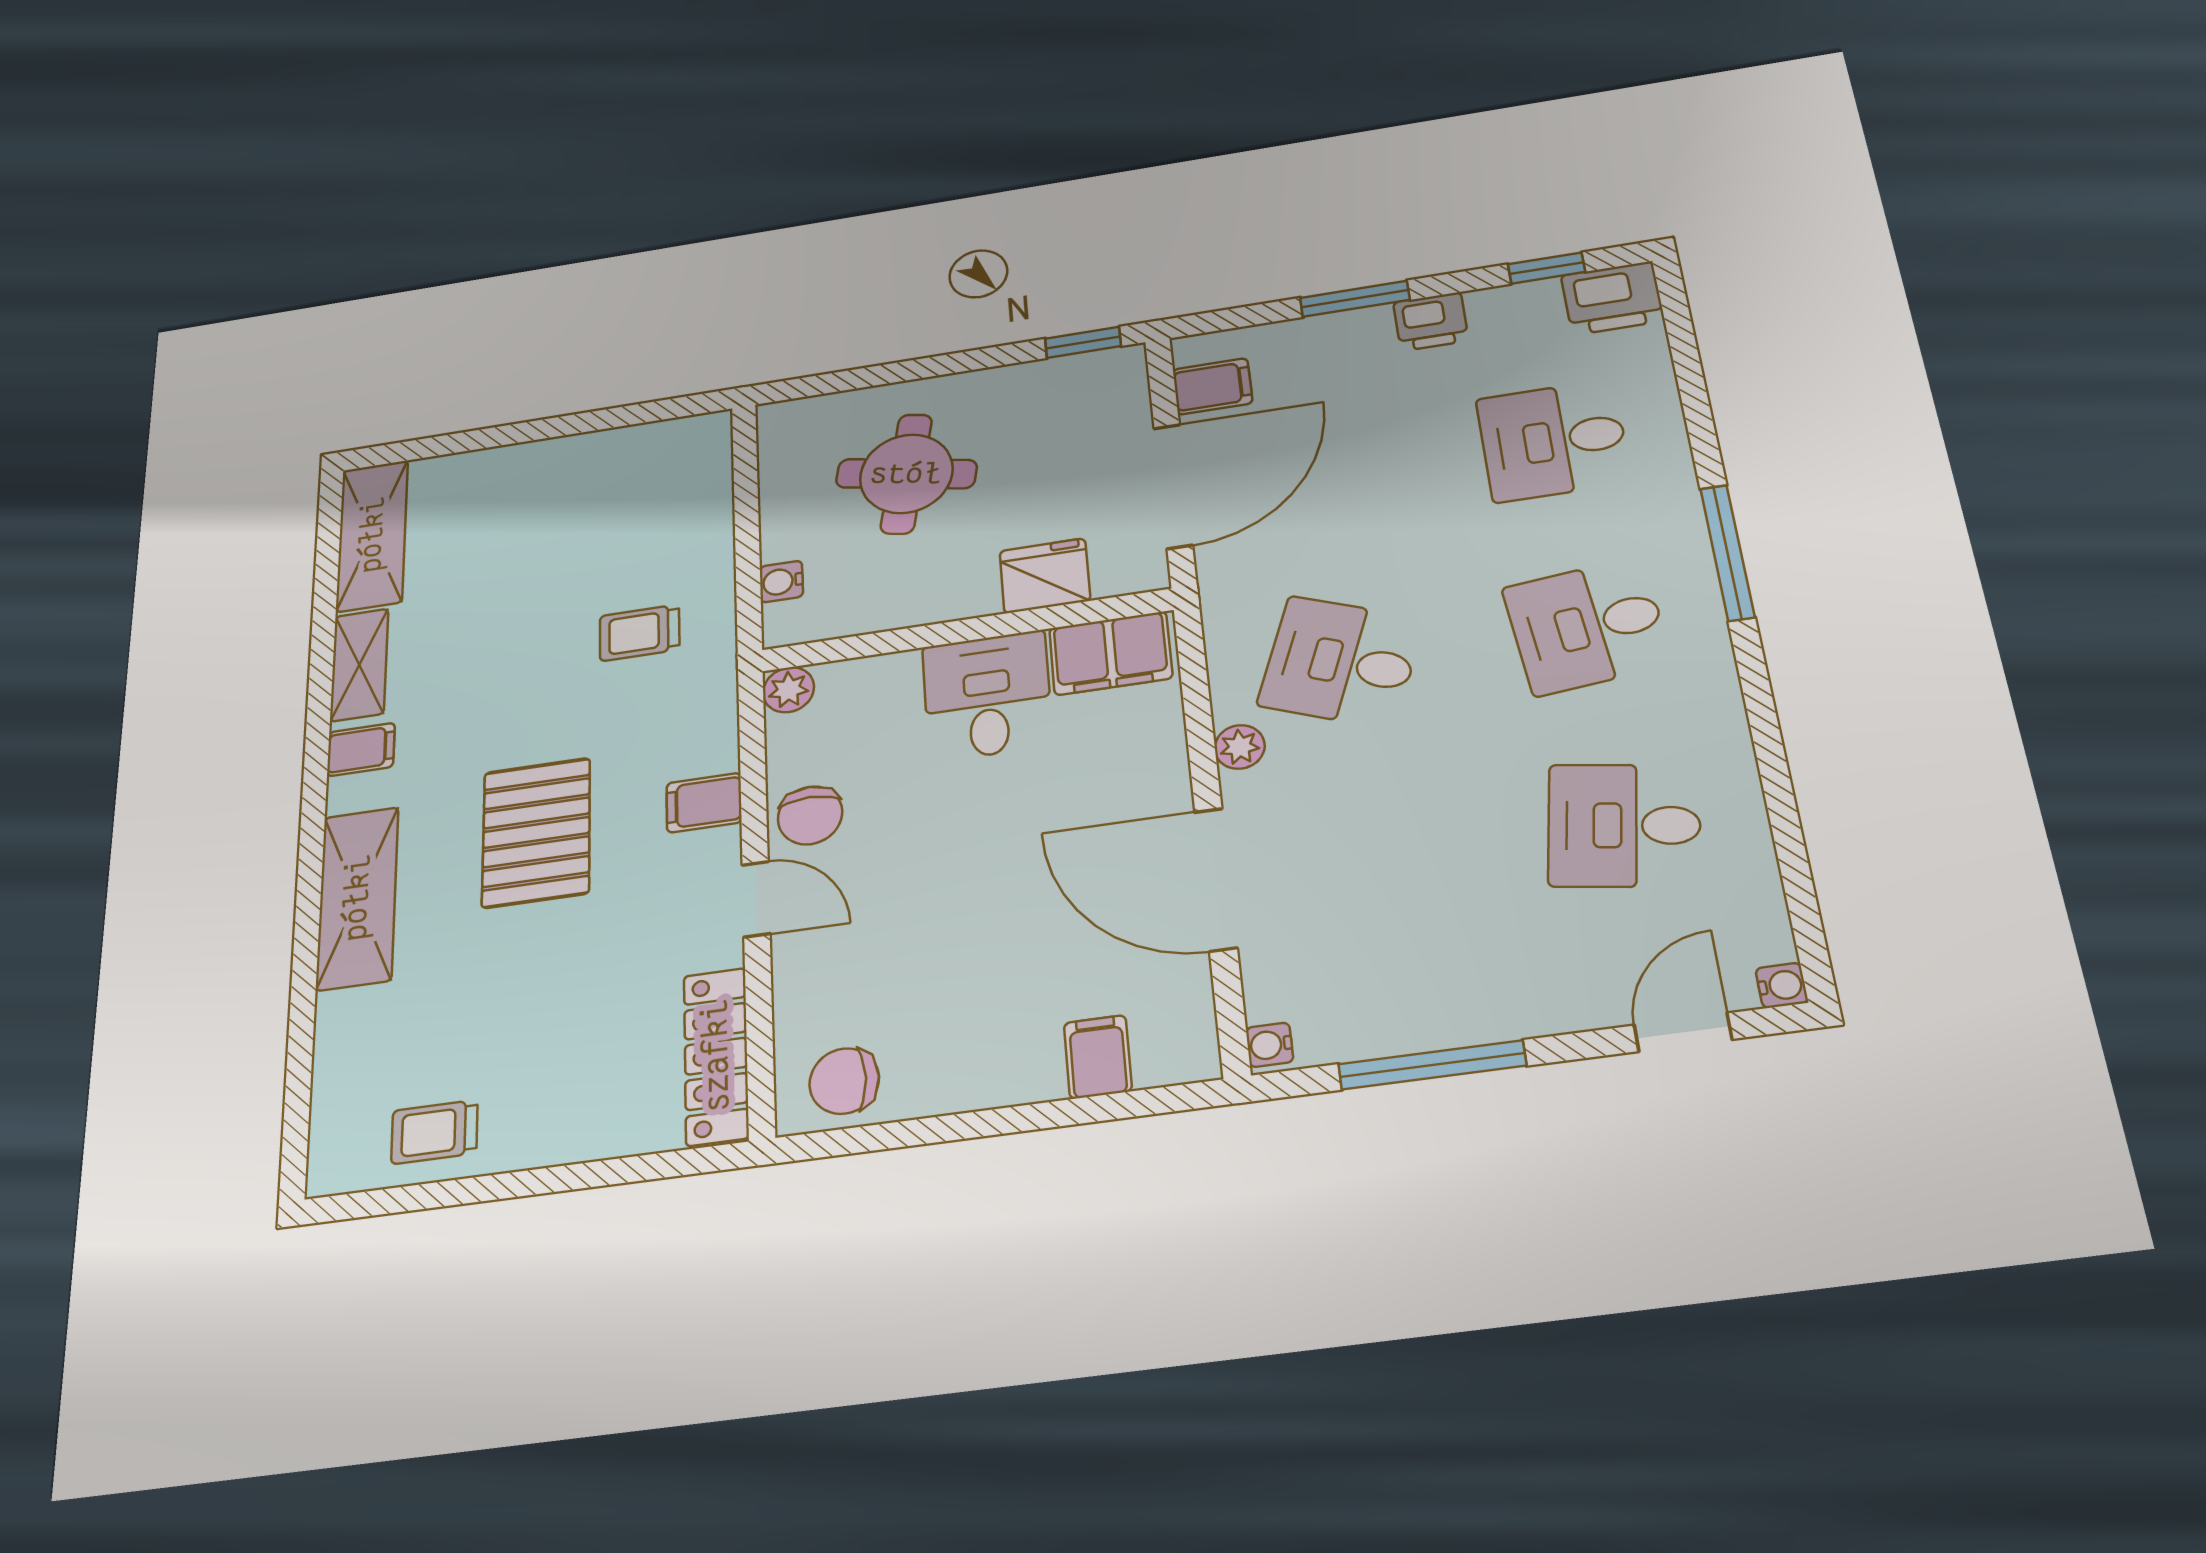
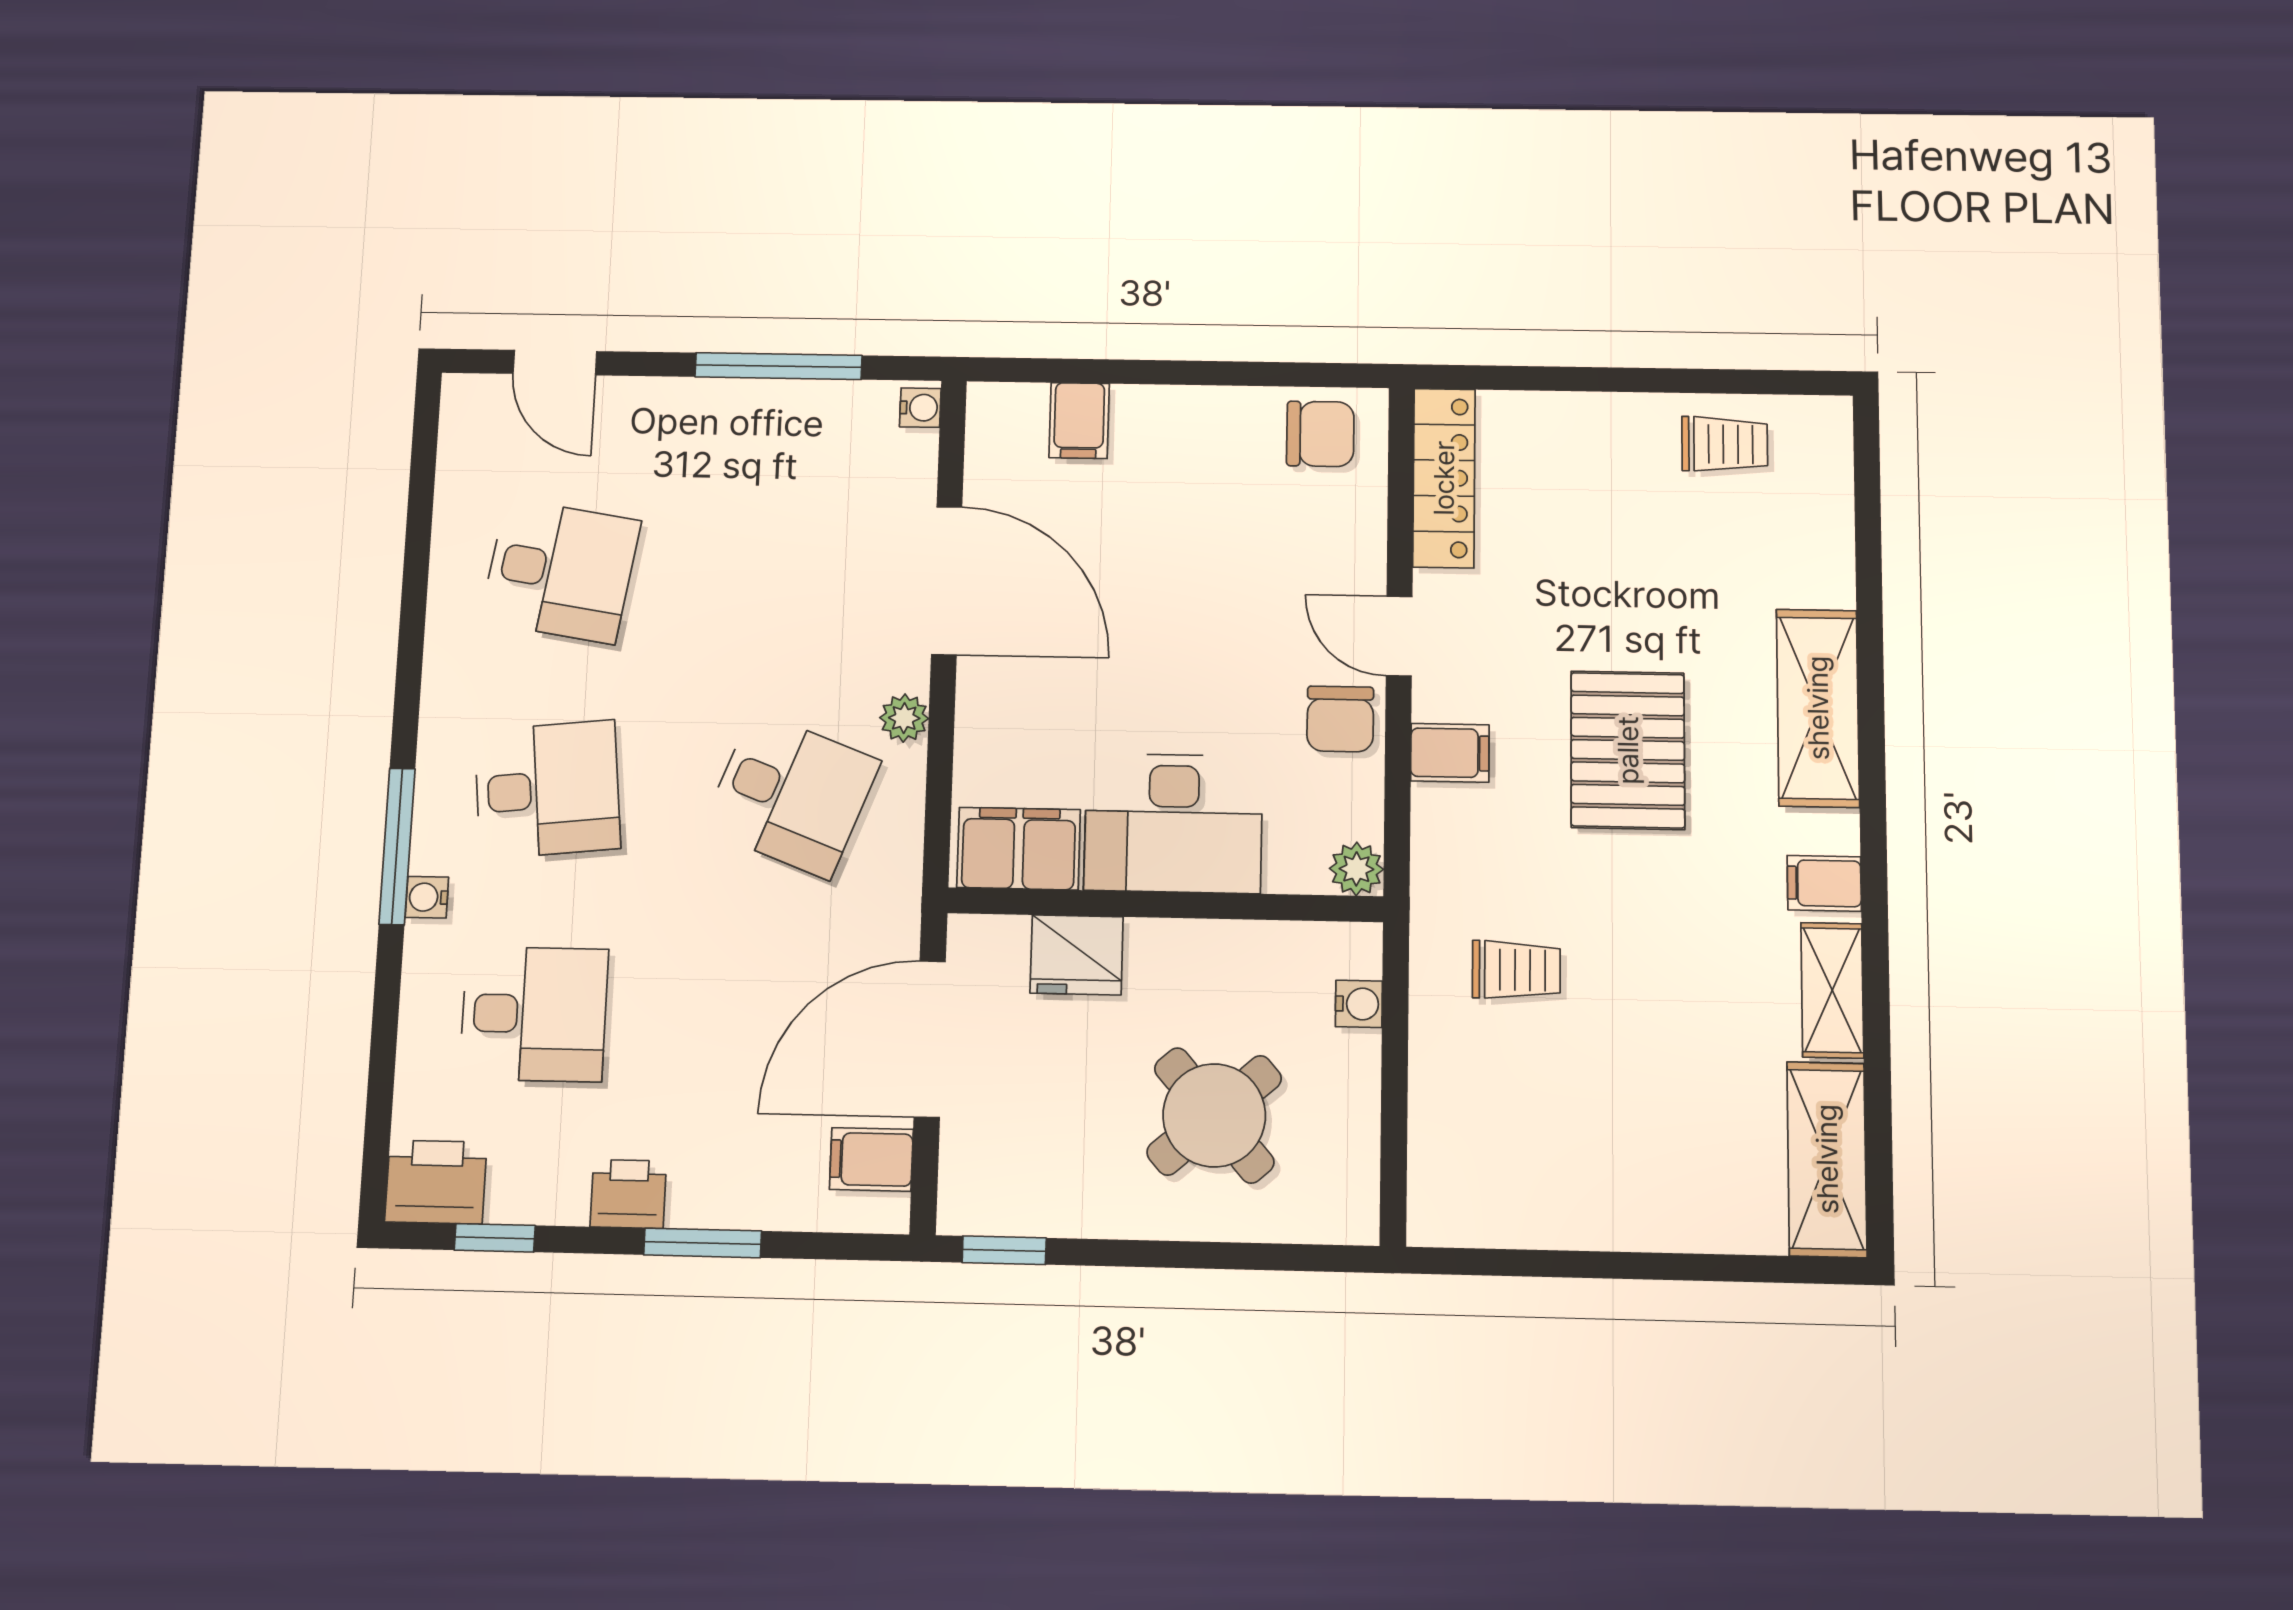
round table: (906, 474) -> (1214, 1115), turned 38
desk: (987, 696) -> (1173, 823), width x1.37
chair: (810, 815) -> (1340, 719), turned 180
water cooler: (1782, 985) -> (427, 897), moved
door: (1683, 1032) -> (555, 363), hinge flipped

